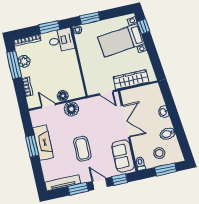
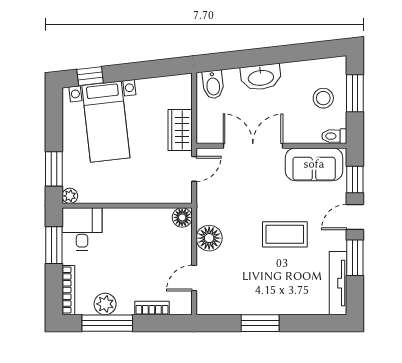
wardrobe: (131, 80) -> (180, 130), width x0.67
floor lamp: (63, 96) -> (182, 217), moved
washbasin: (163, 112) -> (261, 77), width x1.91, depth x1.45
bidet: (168, 134) -> (213, 85), moved
fireplace: (43, 143) -> (258, 302), removed

